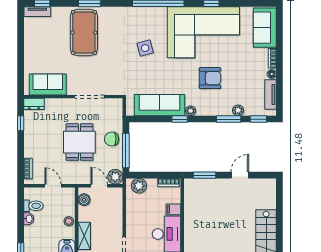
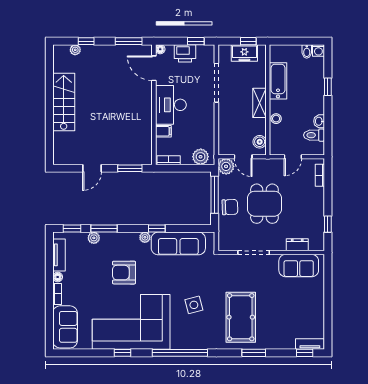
pool table: (84, 32) -> (241, 317), moved
dresser: (34, 104) -> (297, 245), moved
door: (53, 186) -> (293, 157), hinge flipped

